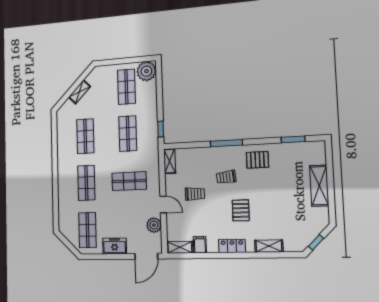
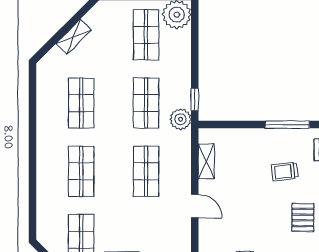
shelving: (170, 161) -> (206, 161), moved
shop shelf: (129, 181) -> (146, 171), turned 90
trolley: (195, 194) -> (241, 193), removed
plant: (154, 225) -> (181, 119), moved

